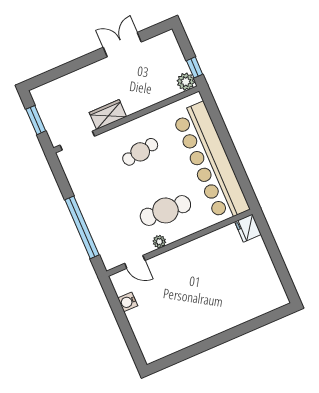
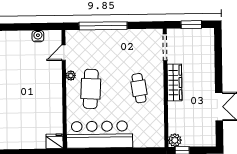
wardrobe: (108, 115) -> (174, 83), width x1.50
bar counter: (211, 162) -> (100, 135), width x0.73

